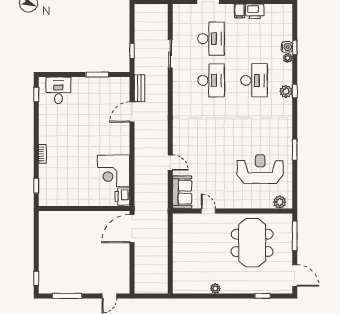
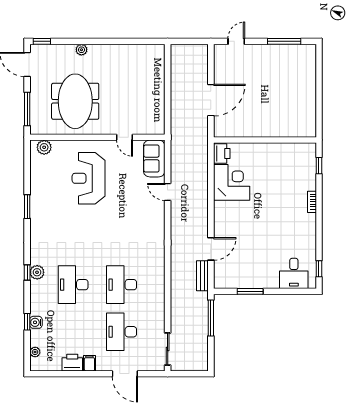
window: (132, 51) -> (211, 318), width x2.17
sliding door: (170, 54) -> (168, 349), moved
plant: (288, 58) -> (35, 352), moved
reception desk: (260, 169) -> (89, 178), moved, turned 90
door: (132, 229) -> (211, 100), moved
window: (36, 278) -> (319, 61), removed
plant: (215, 288) -> (81, 50), moved
window: (263, 296) -> (42, 41), moved

